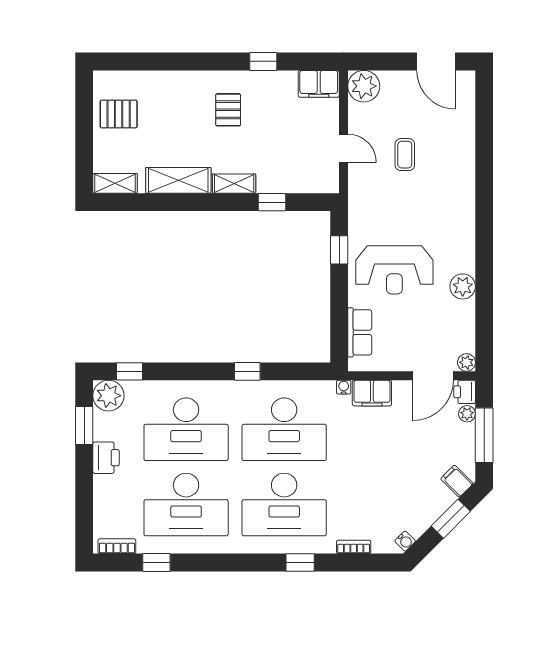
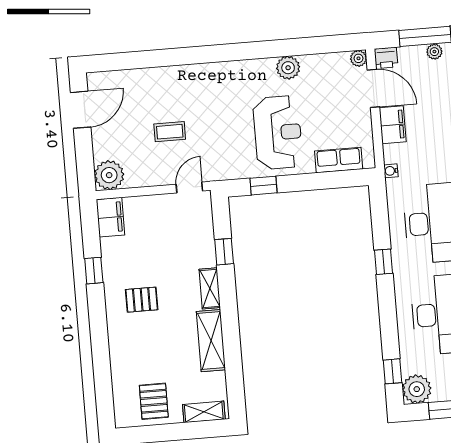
door: (343, 148) -> (189, 188), moved
shelving: (115, 183) -> (204, 412), moved, turned 90
filing cabinet: (372, 393) -> (393, 125), moved
plant: (467, 414) -> (434, 52), moved

